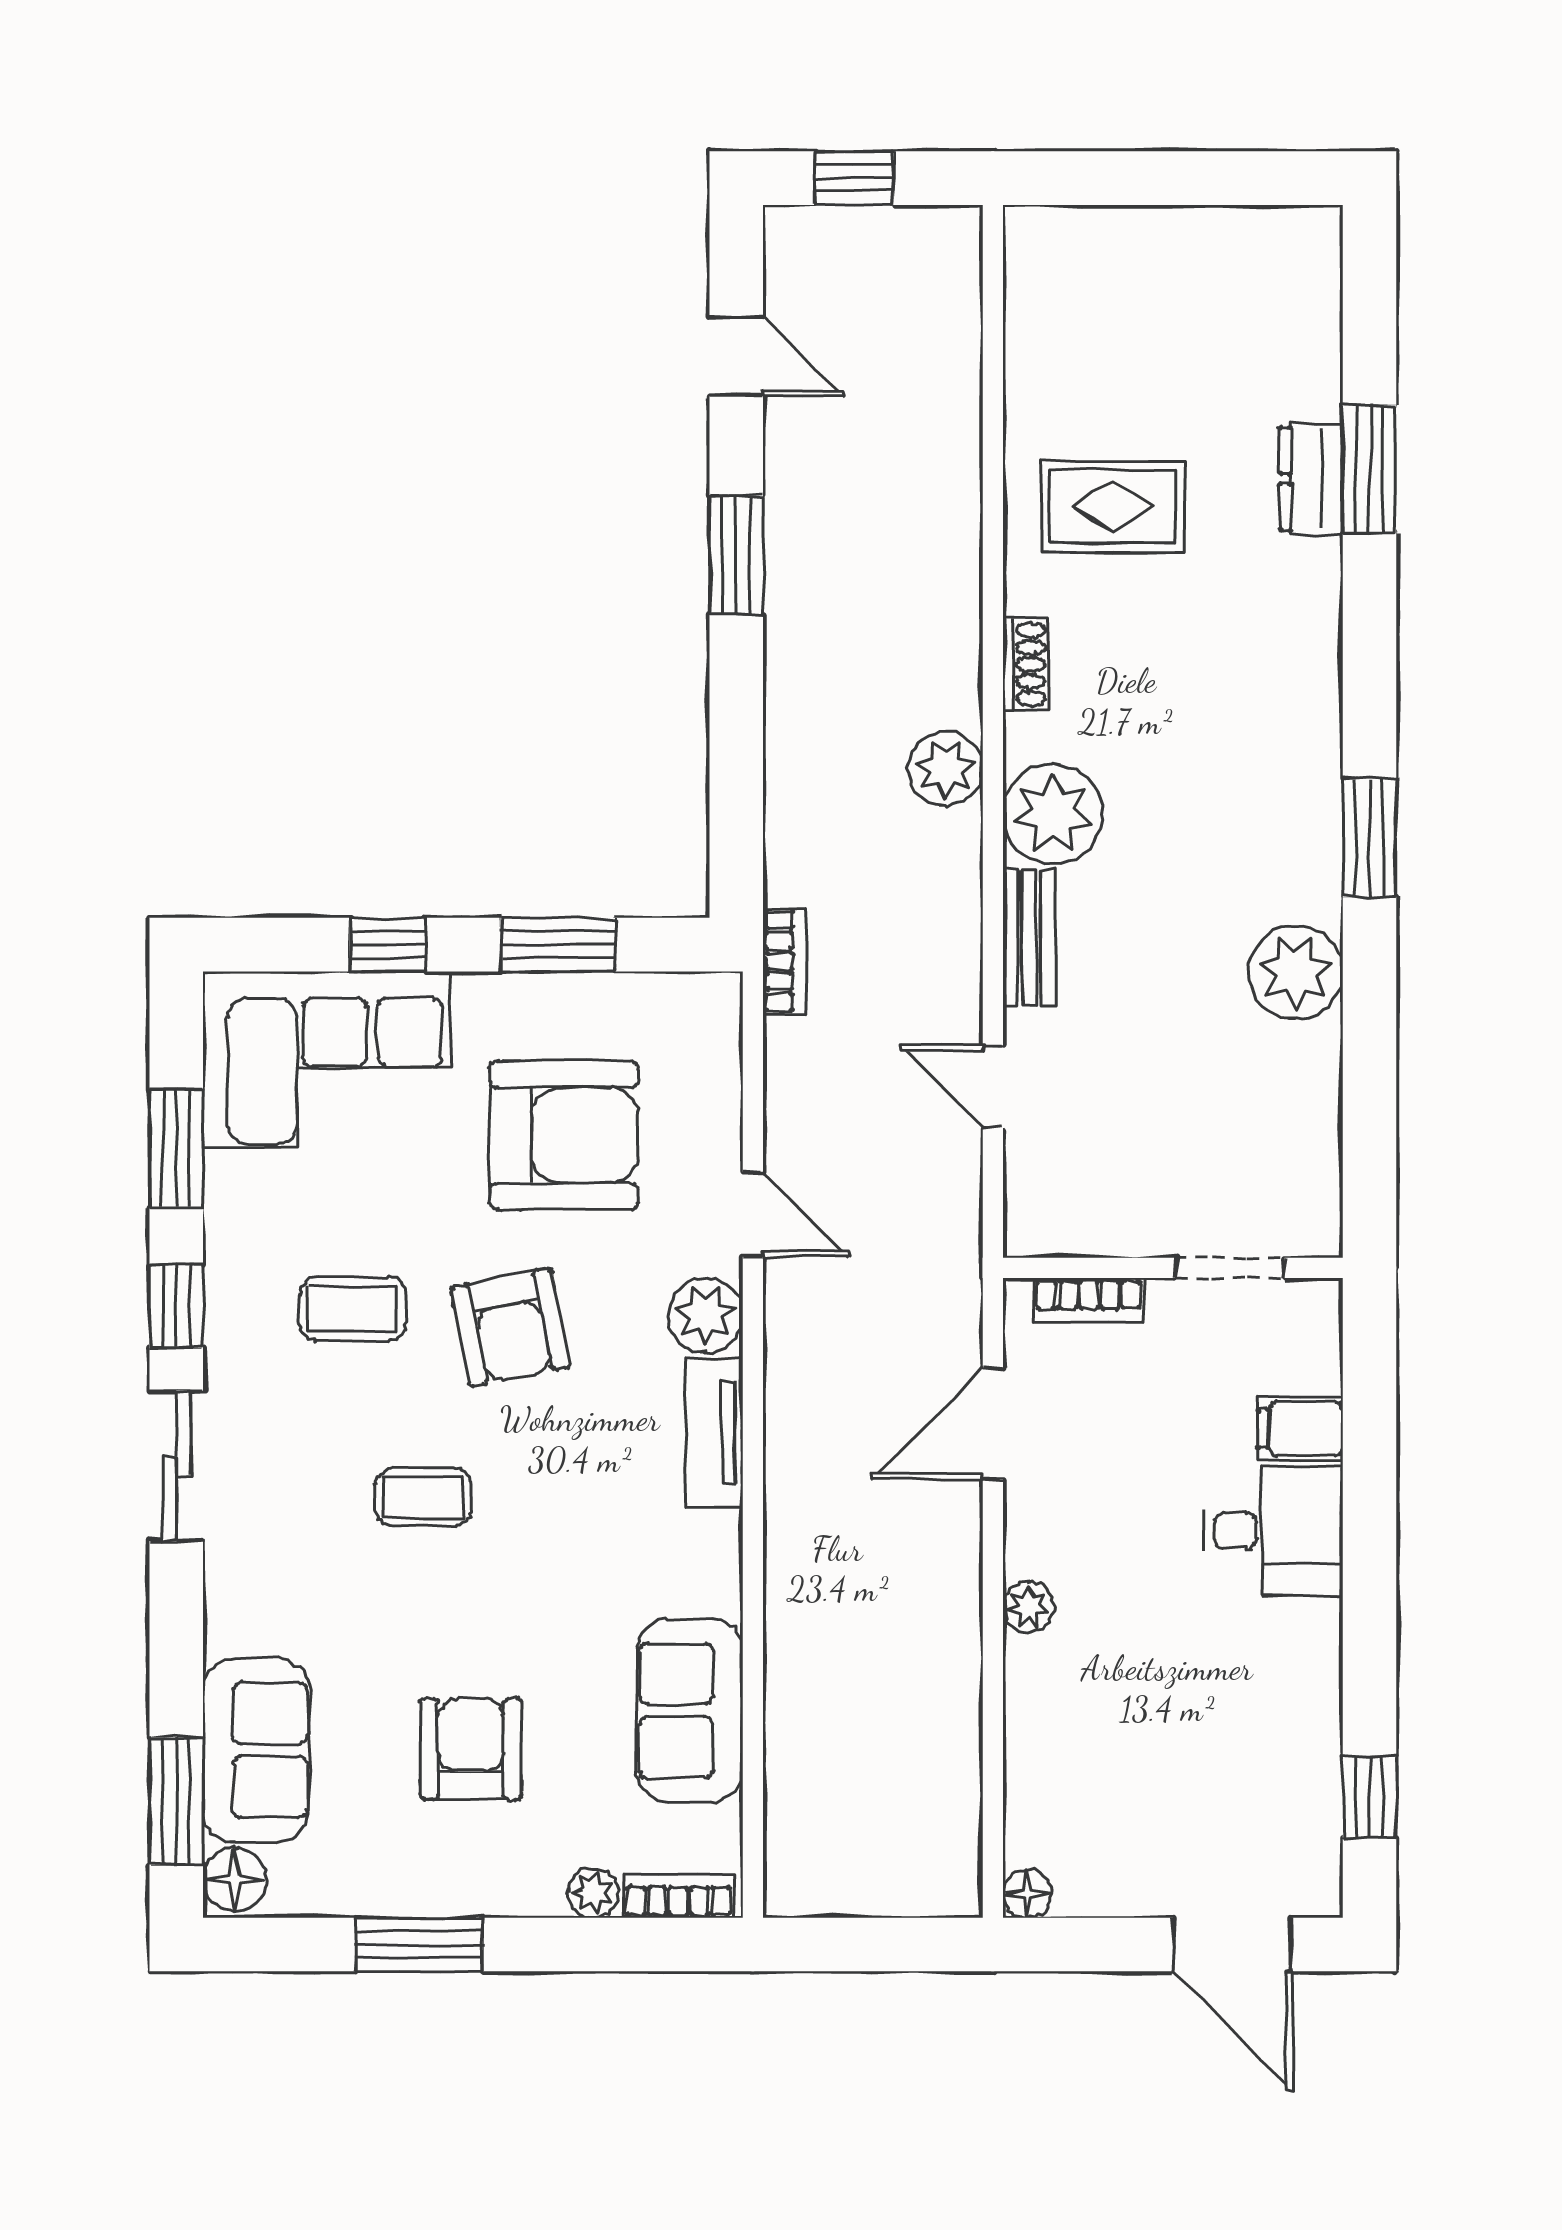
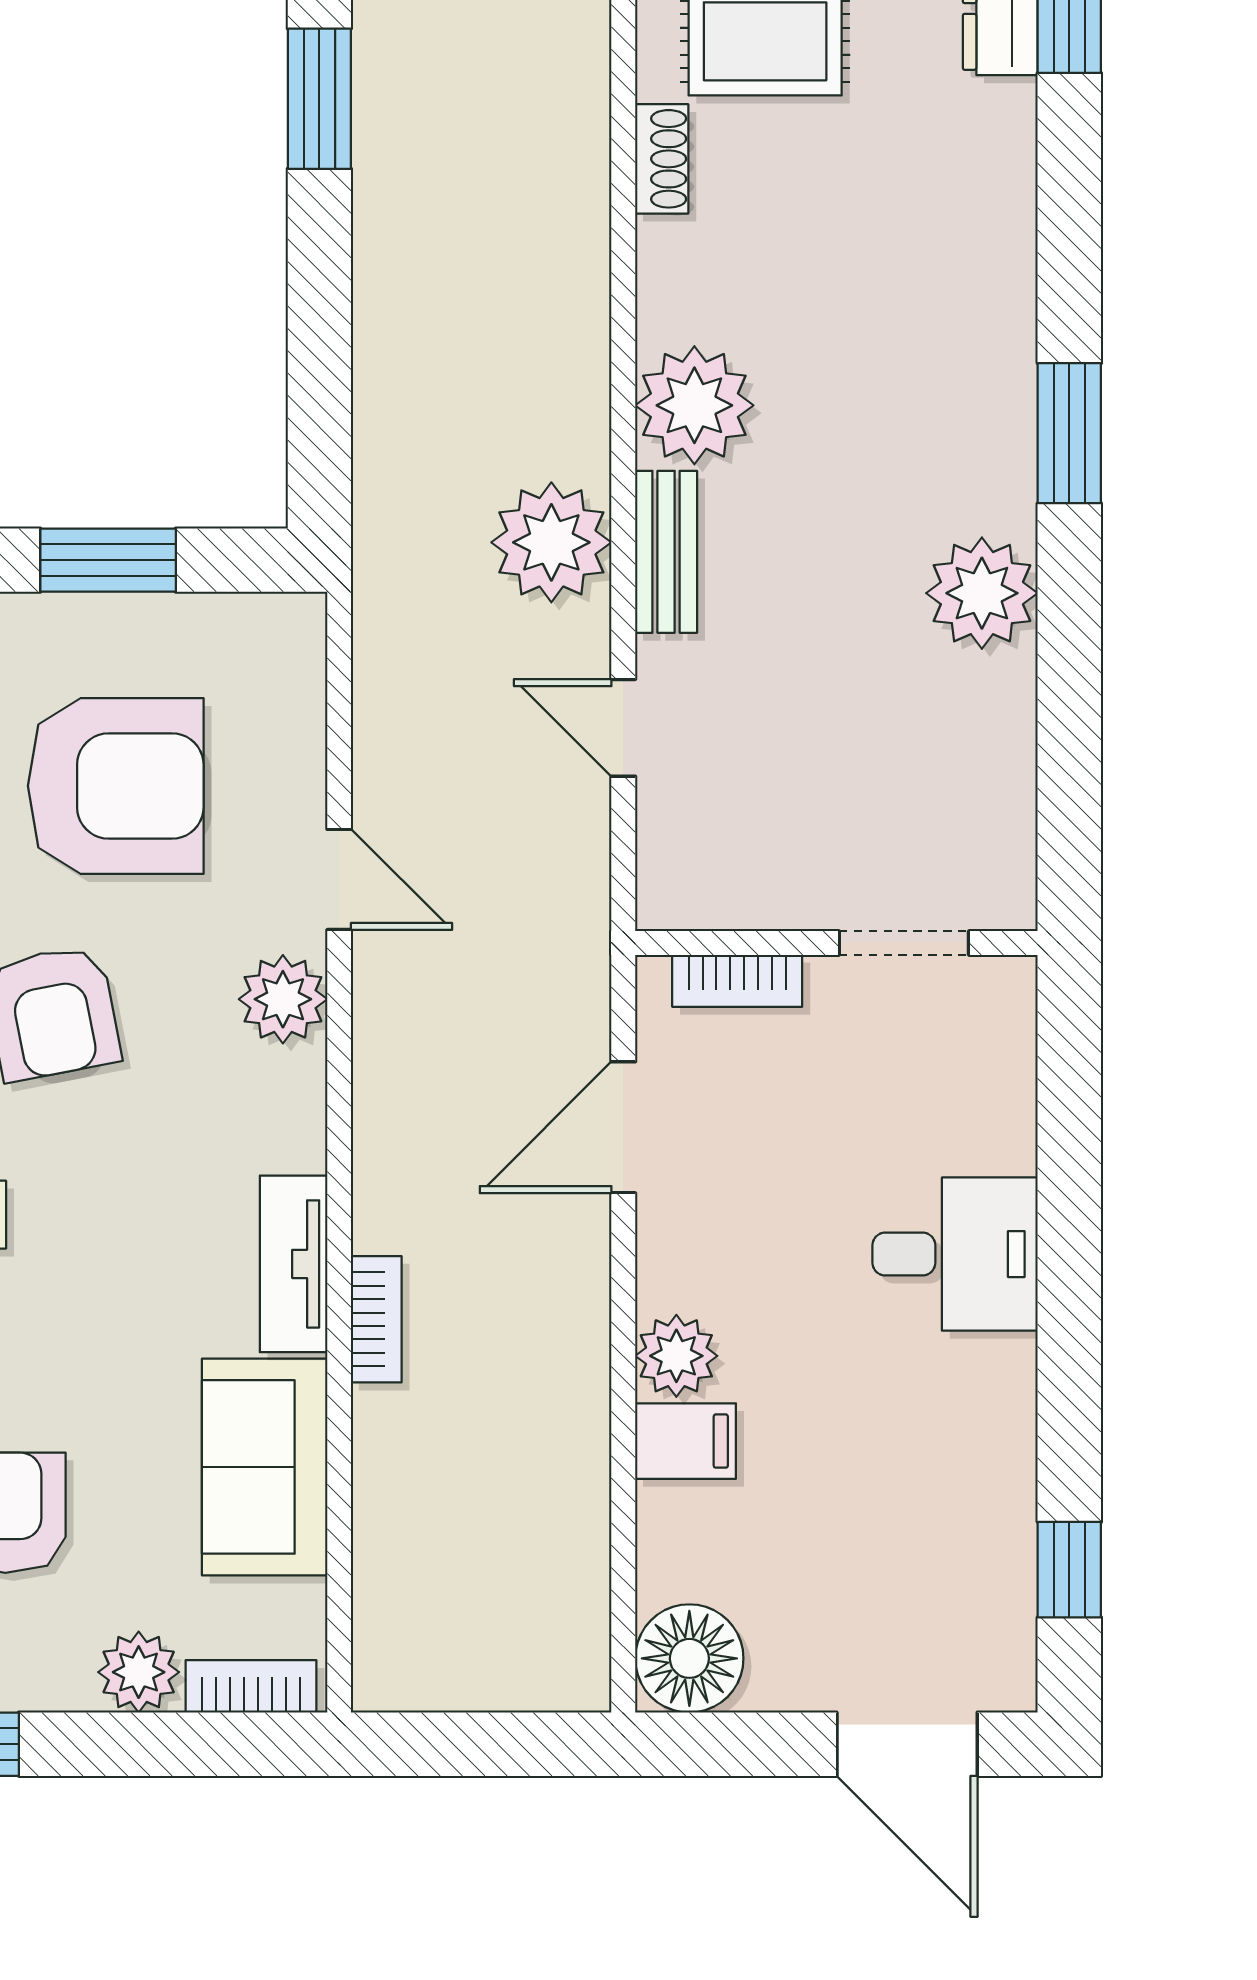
shoe rack: (1025, 664) -> (662, 159), moved
plant: (946, 769) -> (551, 542), moved, width x1.36, depth x1.36
bookcase: (784, 961) -> (376, 1319), moved
filing cabinet: (1300, 1429) -> (686, 1441), moved, turned 180
tv unit: (714, 1433) -> (294, 1264), moved
plant: (1028, 1607) -> (676, 1356), width x1.38, depth x1.38
plant: (593, 1893) -> (139, 1672), width x1.38, depth x1.38
floor lamp: (1027, 1894) -> (689, 1658), width x1.89, depth x1.89

